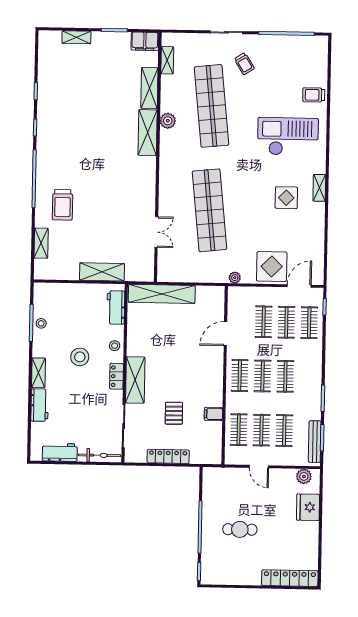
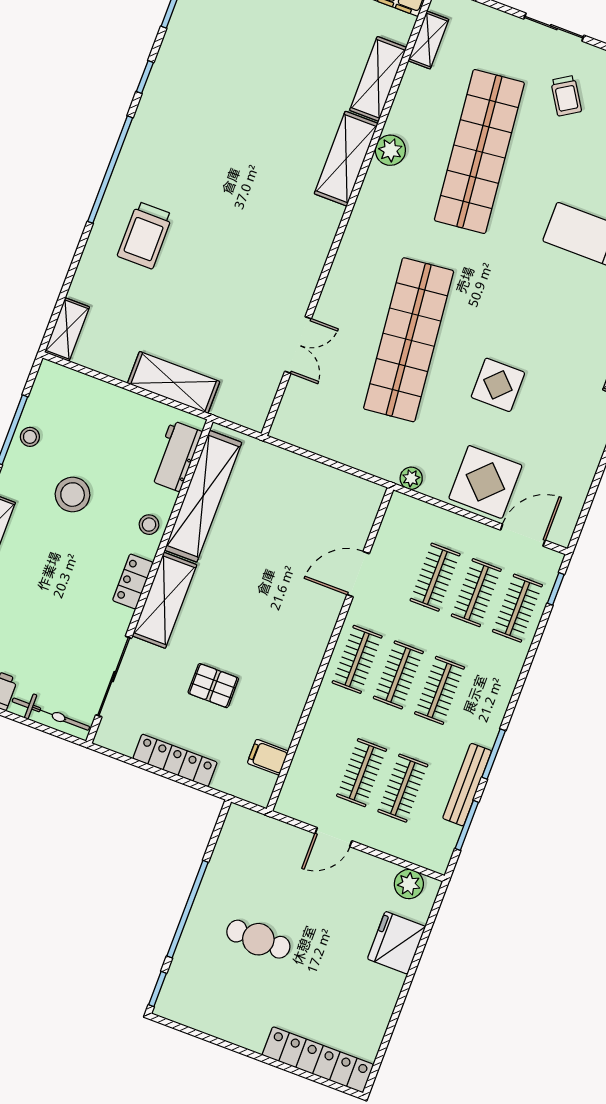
display table: (286, 198) -> (498, 385), moved
shelving: (41, 243) -> (67, 330), moved
shelving: (162, 294) -> (203, 496), moved, turned 90
stool: (80, 357) -> (73, 495), moved
pallet: (174, 413) -> (213, 686), turned 90
filing cabinet: (213, 414) -> (268, 757), moved
clothes rail: (239, 430) -> (320, 757), removed
bench: (315, 442) -> (467, 785), moved
door: (259, 467) -> (334, 837), hinge flipped

